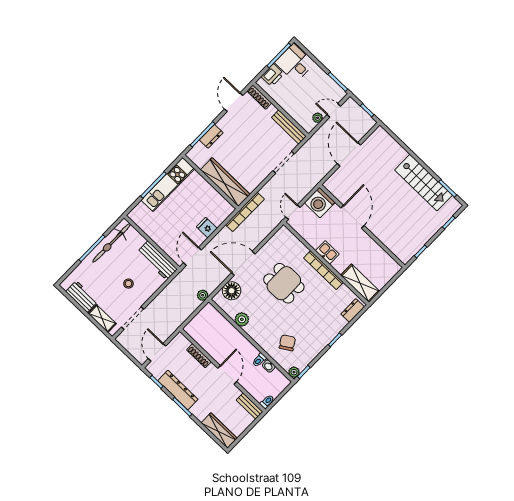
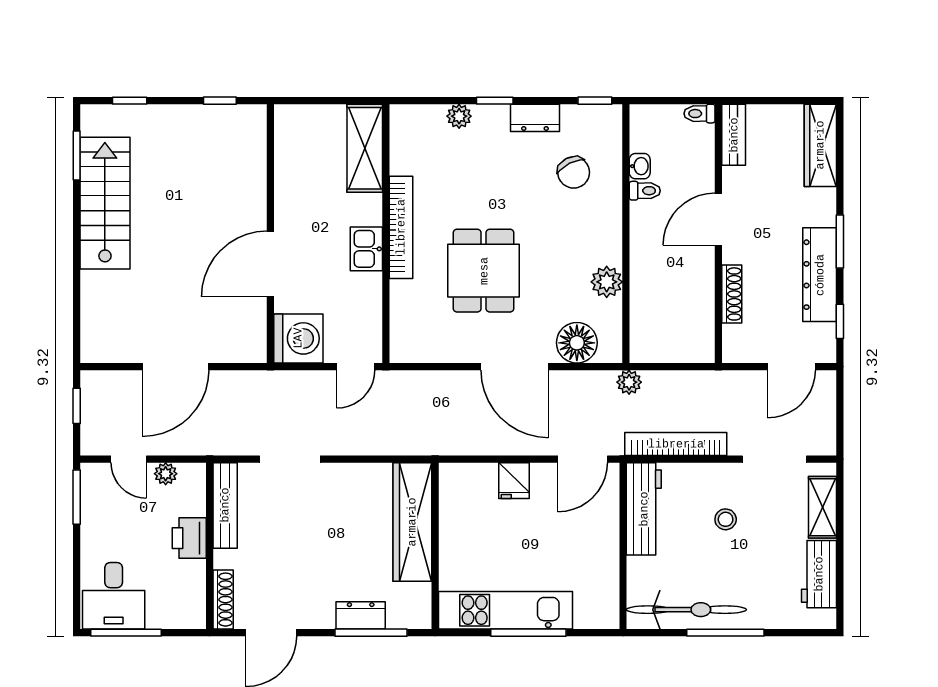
printer: (273, 75) -> (189, 538), moved, turned -90
bookcase: (245, 212) -> (676, 444), moved
dresser: (353, 310) -> (535, 118), moved
chair: (287, 343) -> (574, 172), turned -85
plant: (294, 372) -> (459, 116), moved

